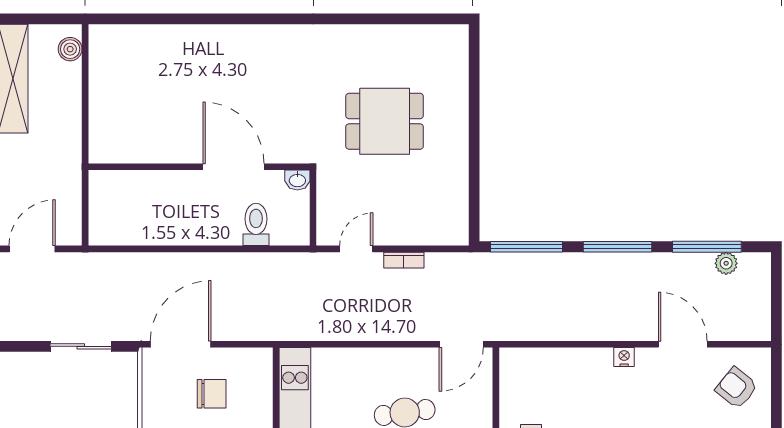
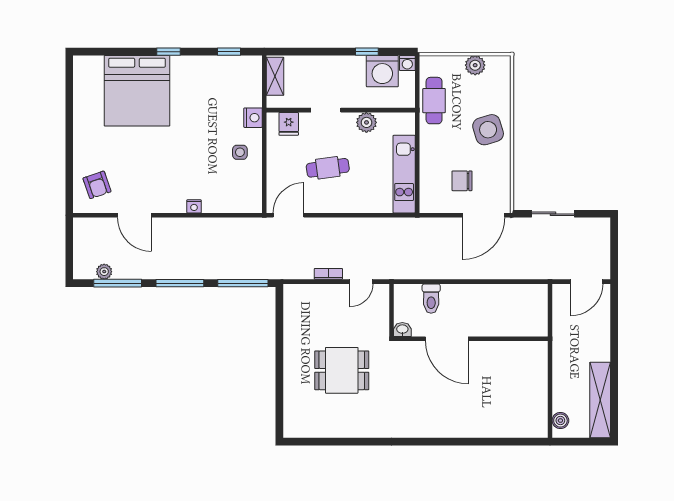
nightstand: (624, 357) -> (194, 206), moved
armchair: (736, 388) -> (97, 185), turned 32

